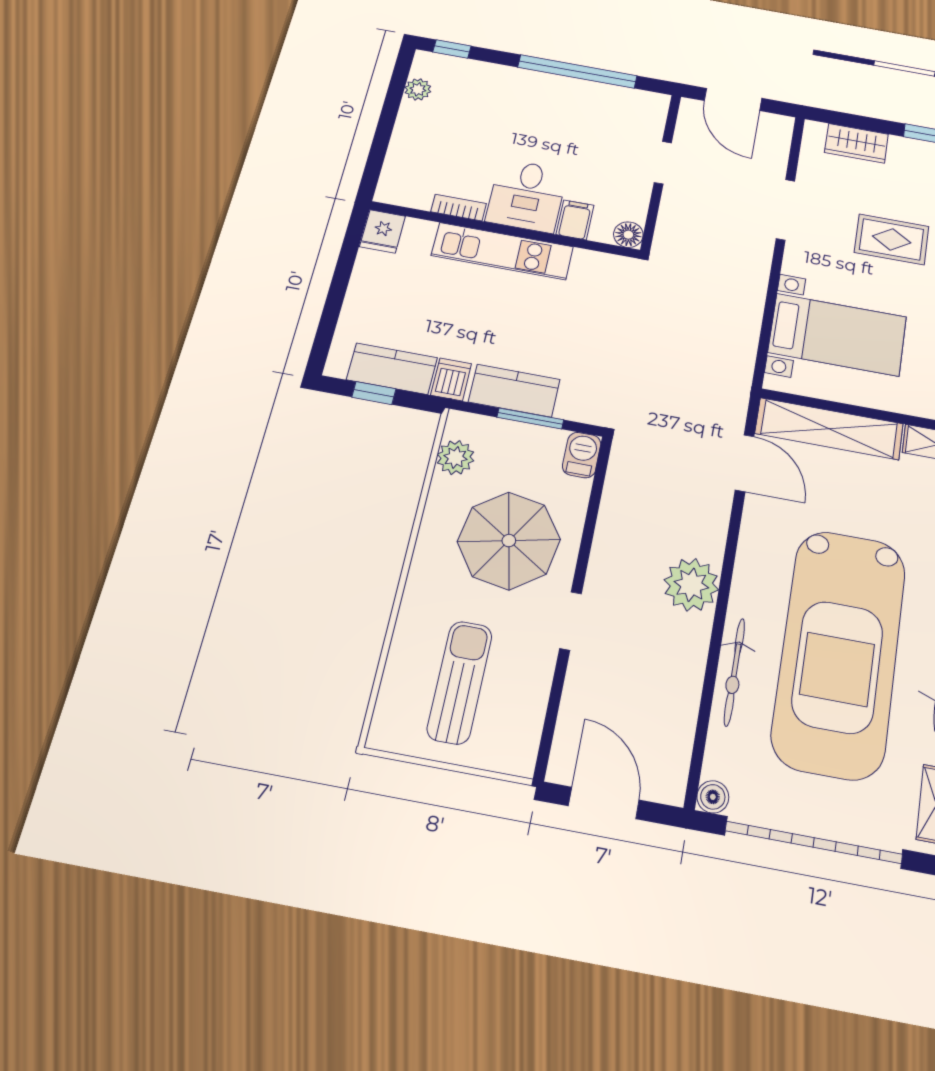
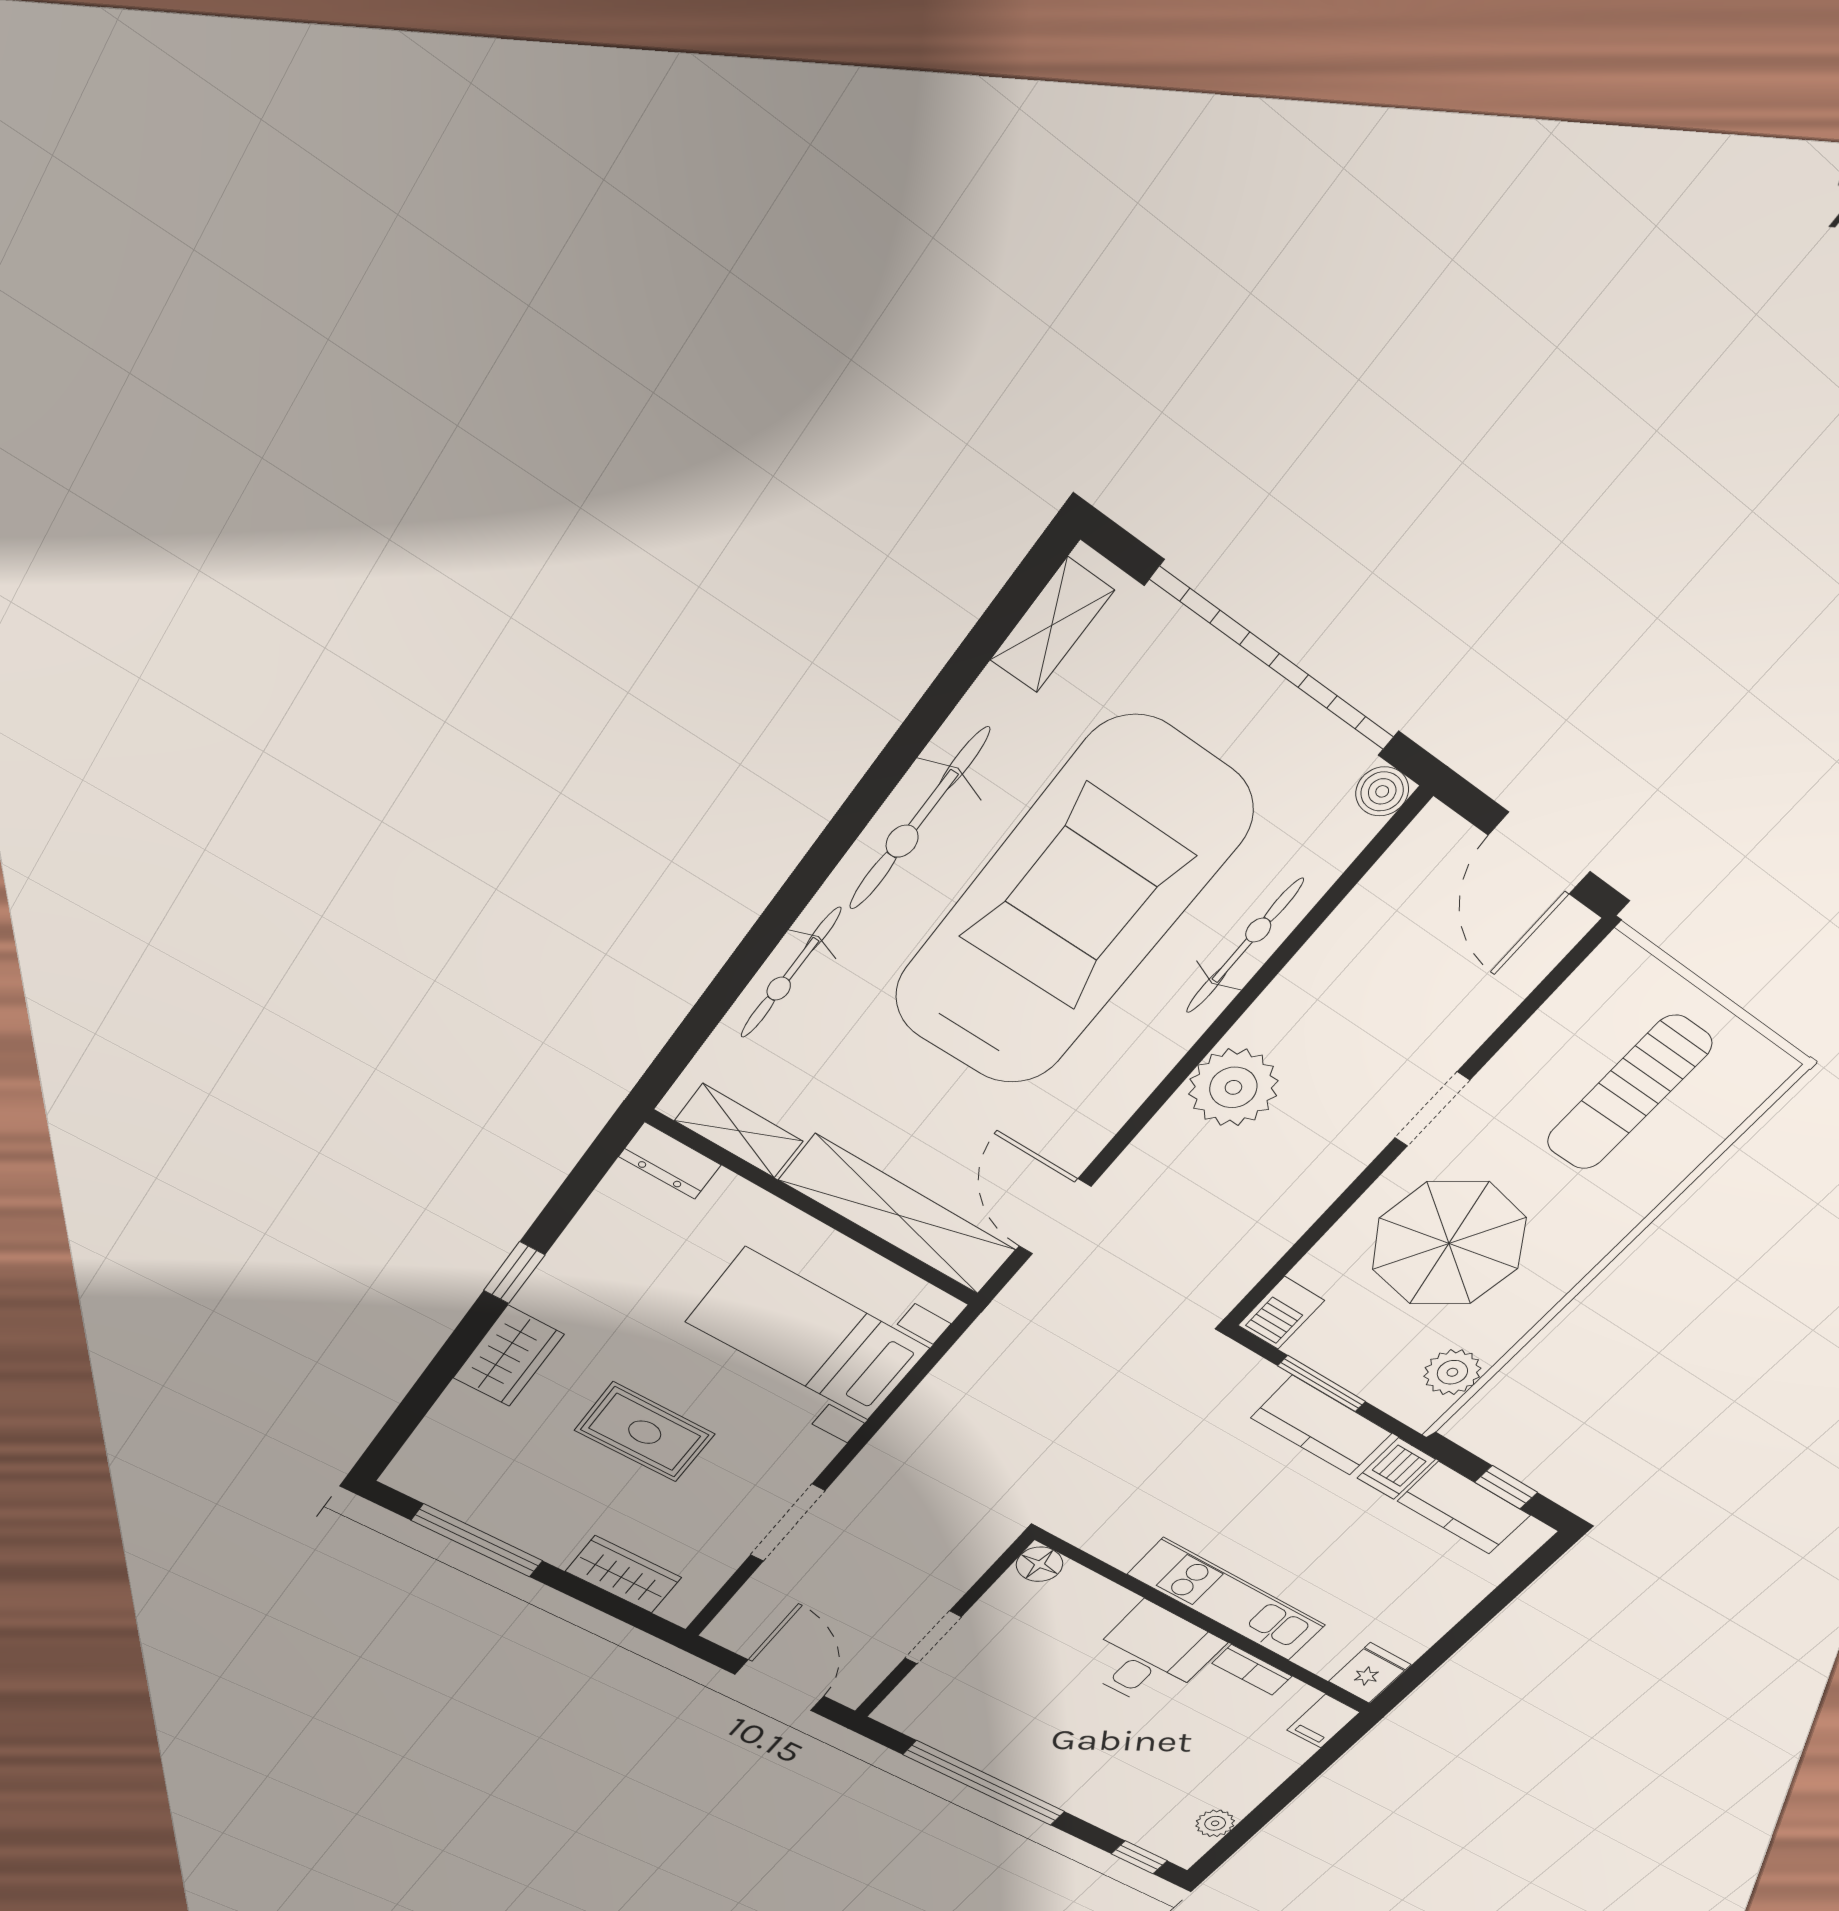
filing cabinet: (575, 220) -> (1323, 1721), moved

